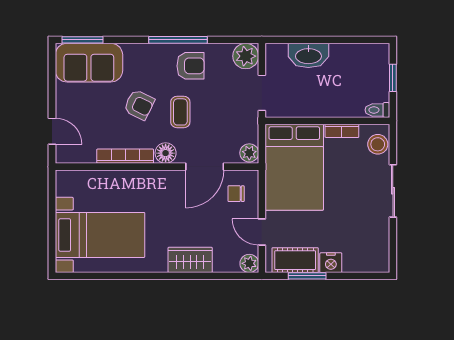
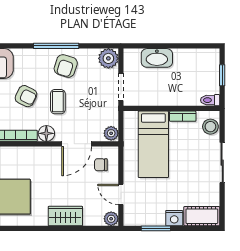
armchair: (190, 66) -> (66, 66), turned 108
bed: (294, 167) -> (153, 144), width x0.67
cot: (295, 260) -> (202, 216), moved

